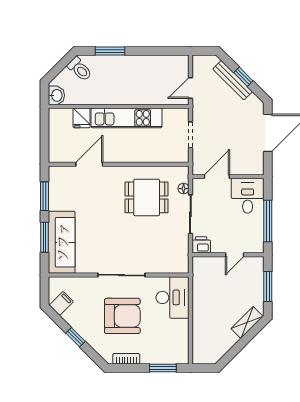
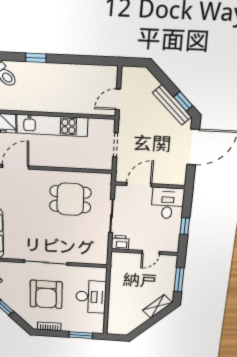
window: (110, 51) -> (36, 58), width x0.67
window: (243, 77) -> (183, 101), moved
bench: (233, 80) -> (172, 105), moved
floor lamp: (184, 189) -> (106, 193), removed
window: (268, 221) -> (185, 226), width x0.46
desk: (173, 297) -> (91, 297), moved
armchair: (122, 316) -> (46, 294), turned 90

